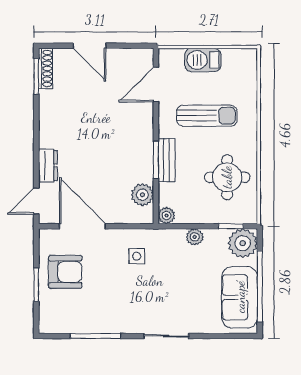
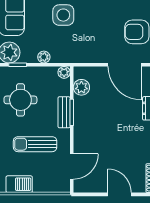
barbecue: (203, 60) -> (19, 184), moved
side table: (137, 256) -> (63, 15), moved, width x1.87, depth x1.87

